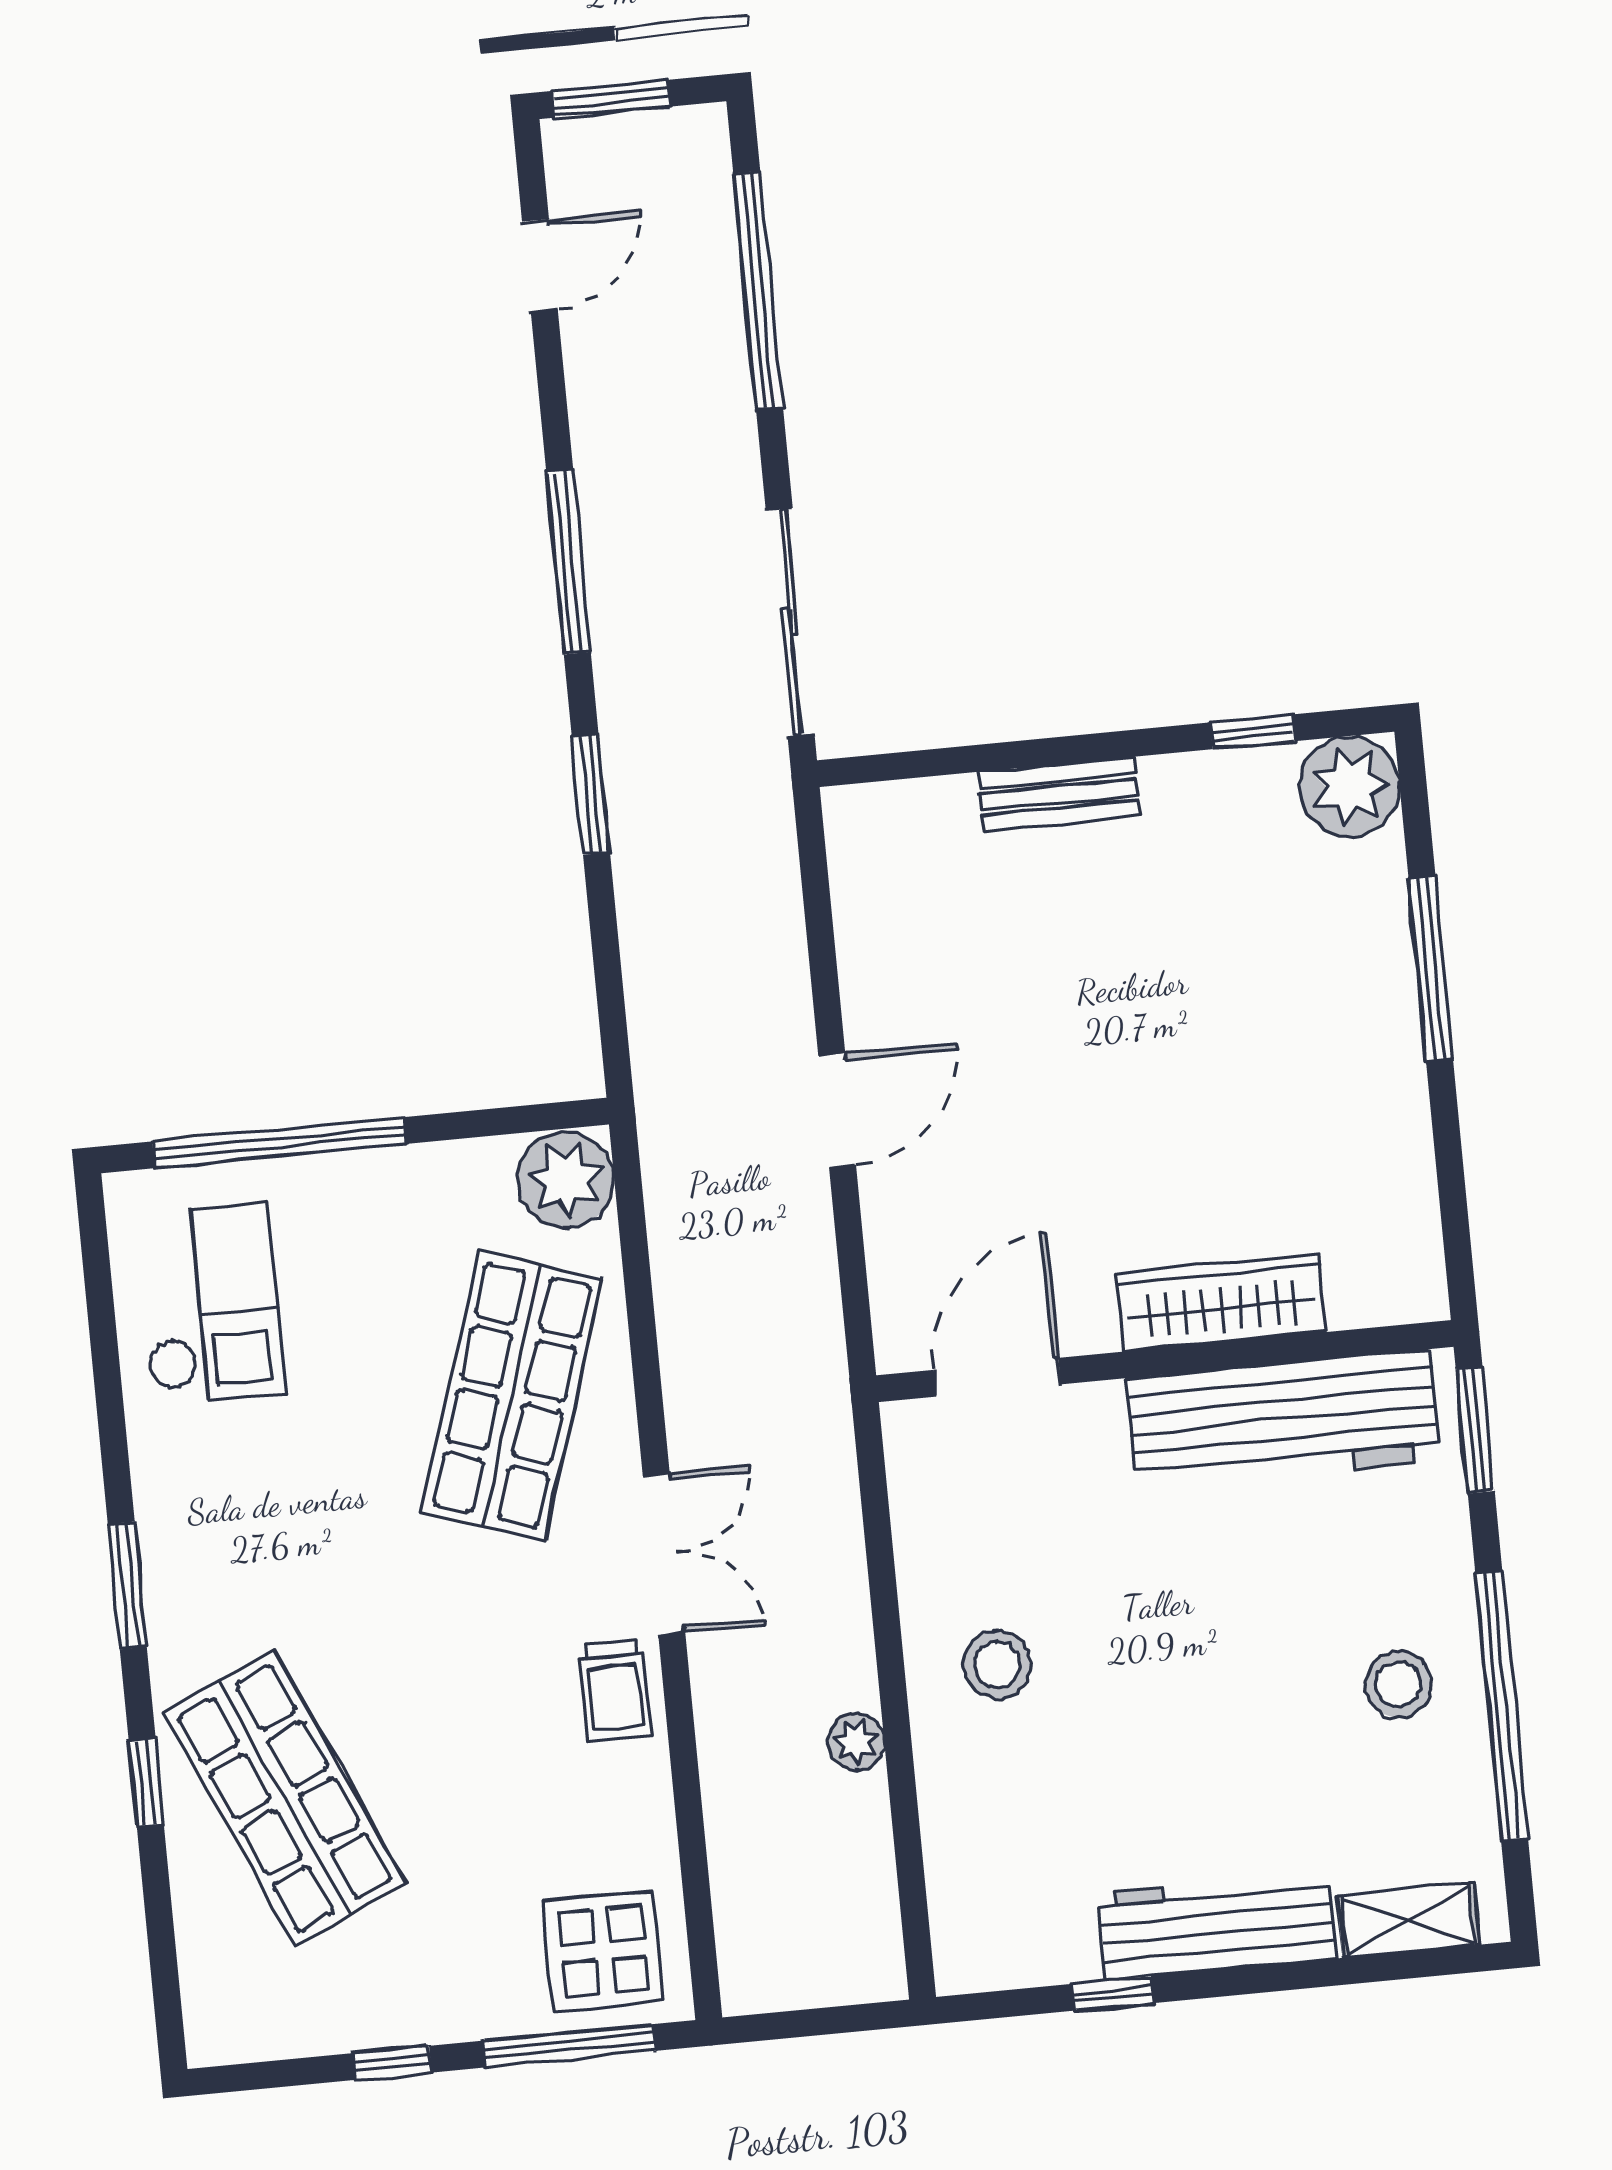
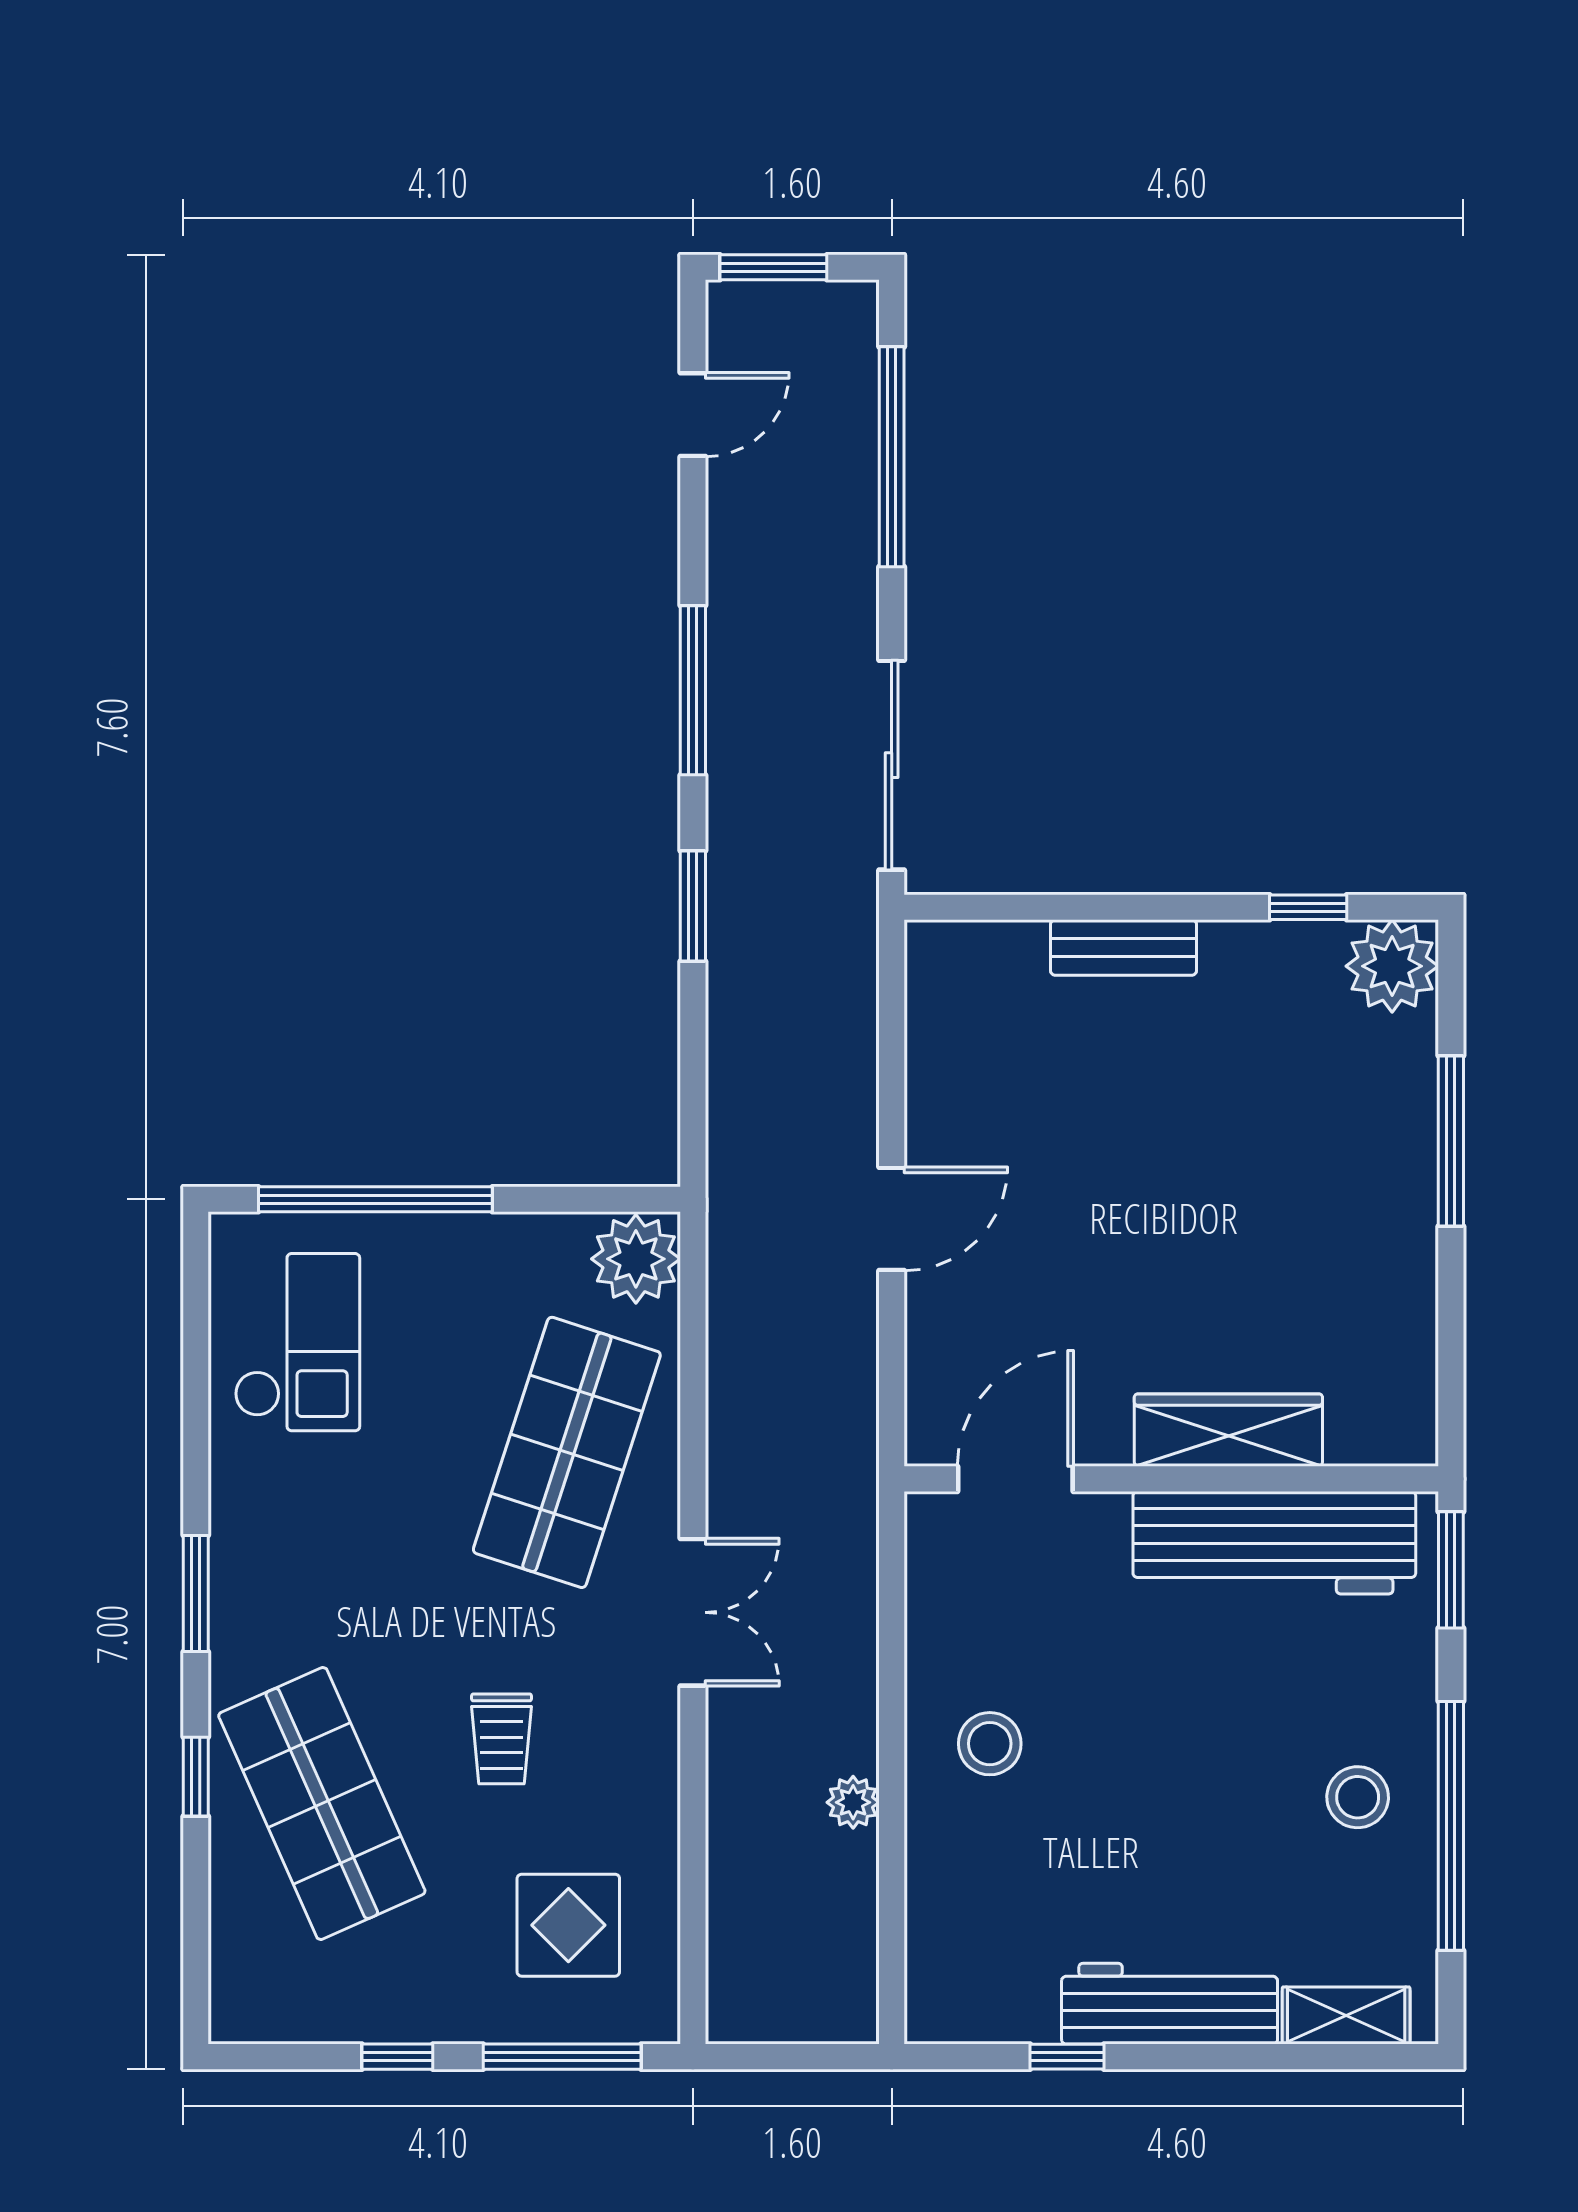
trolley: (615, 1691) -> (502, 1739), moved
display table: (603, 1951) -> (568, 1925), moved

